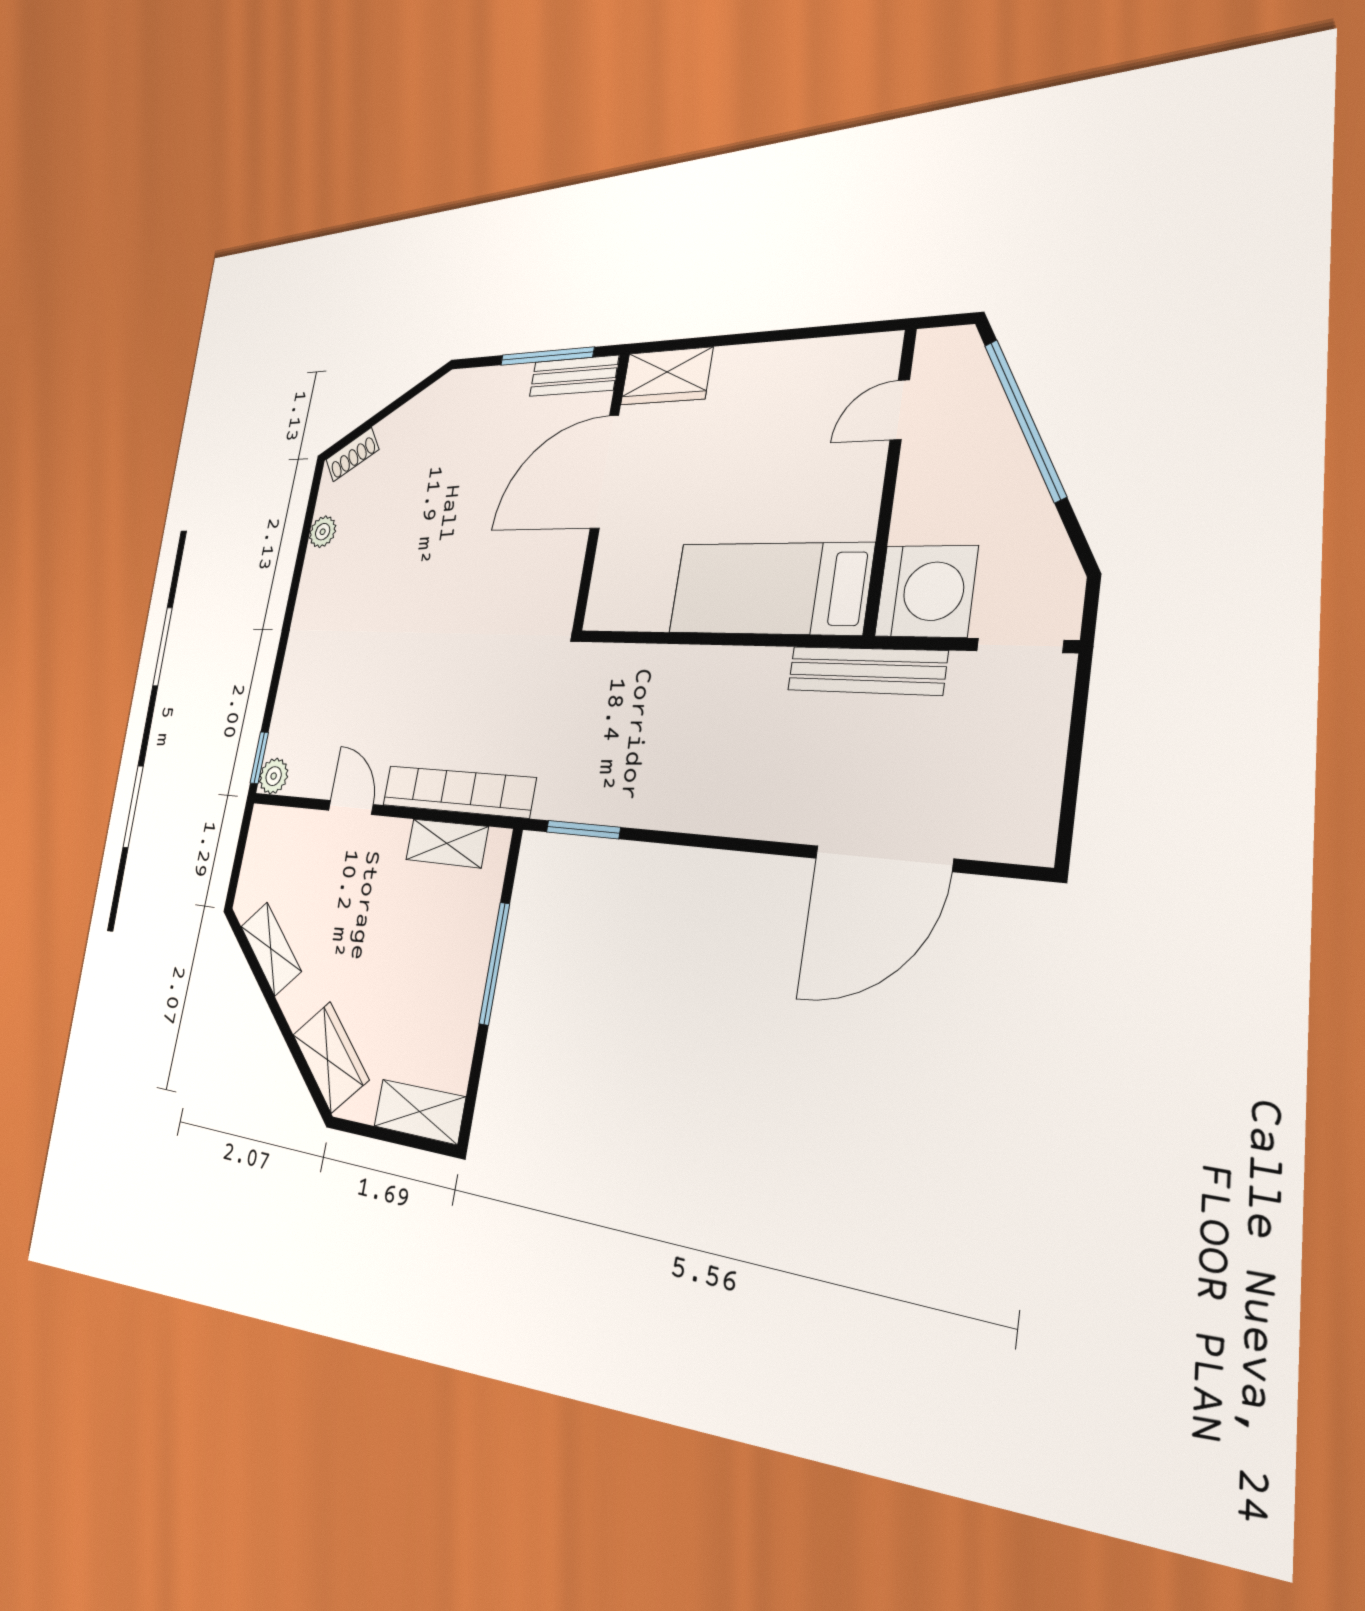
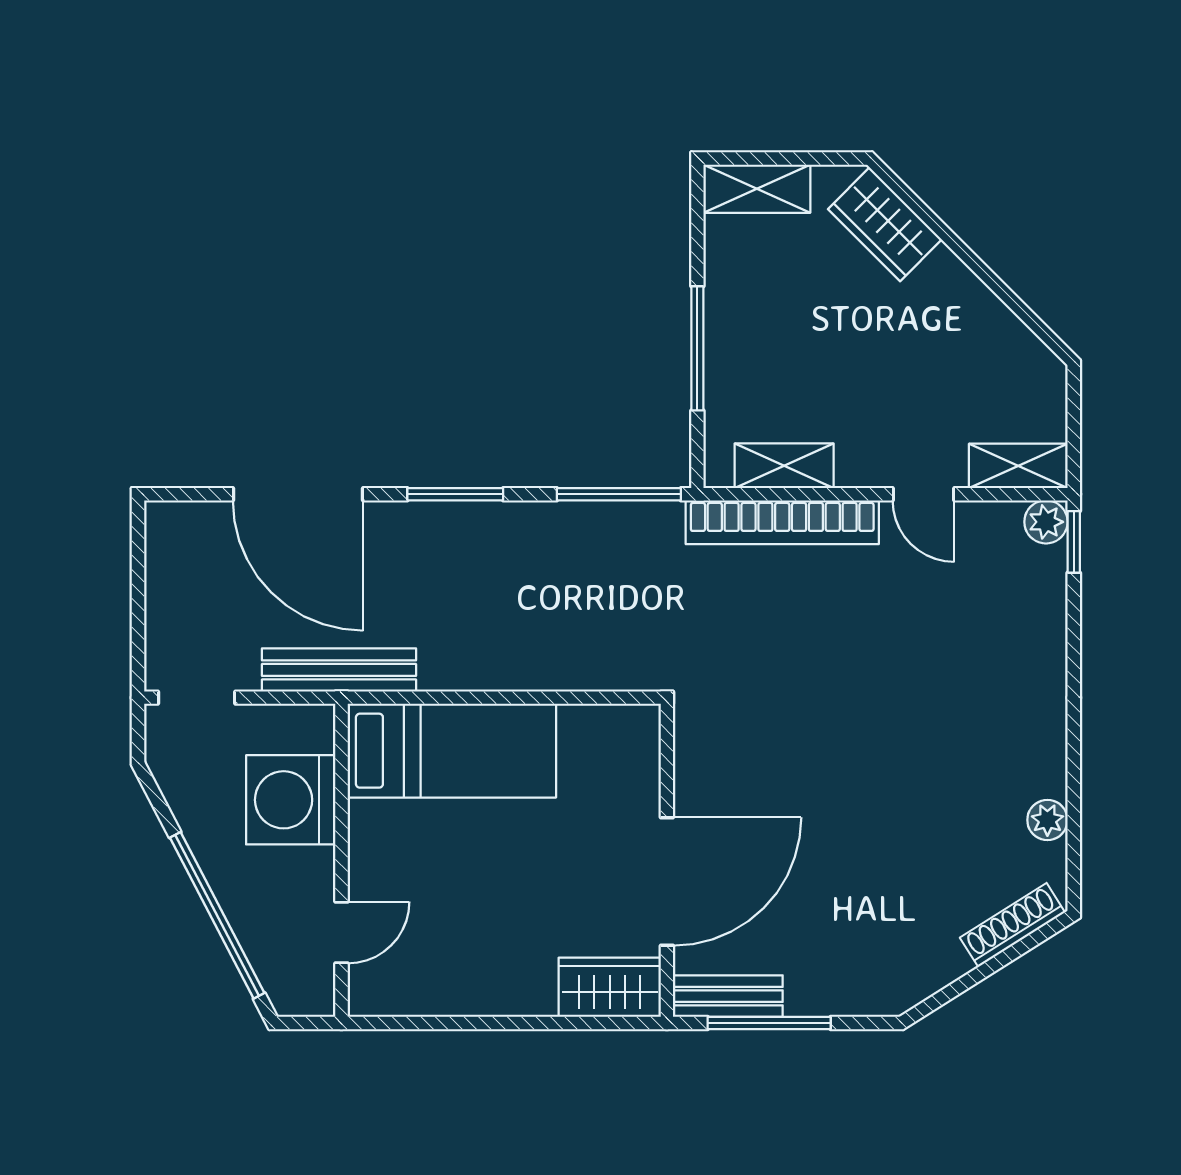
shoe rack: (352, 455) -> (1012, 925), width x1.43
washing machine: (926, 591) -> (291, 800), moved
window: (583, 830) -> (619, 494), width x1.44
window: (728, 844) -> (455, 494), added
door: (883, 859) -> (298, 494), swing flipped
shelving: (271, 949) -> (1018, 466), moved, turned -45

